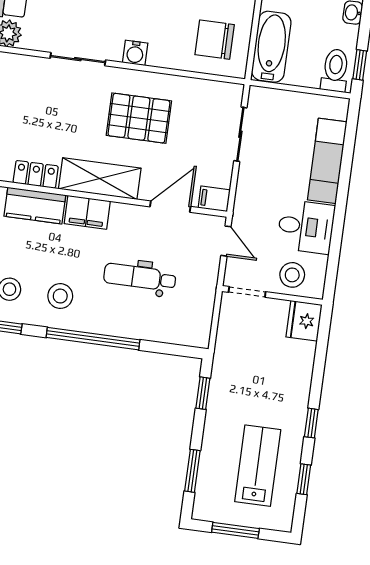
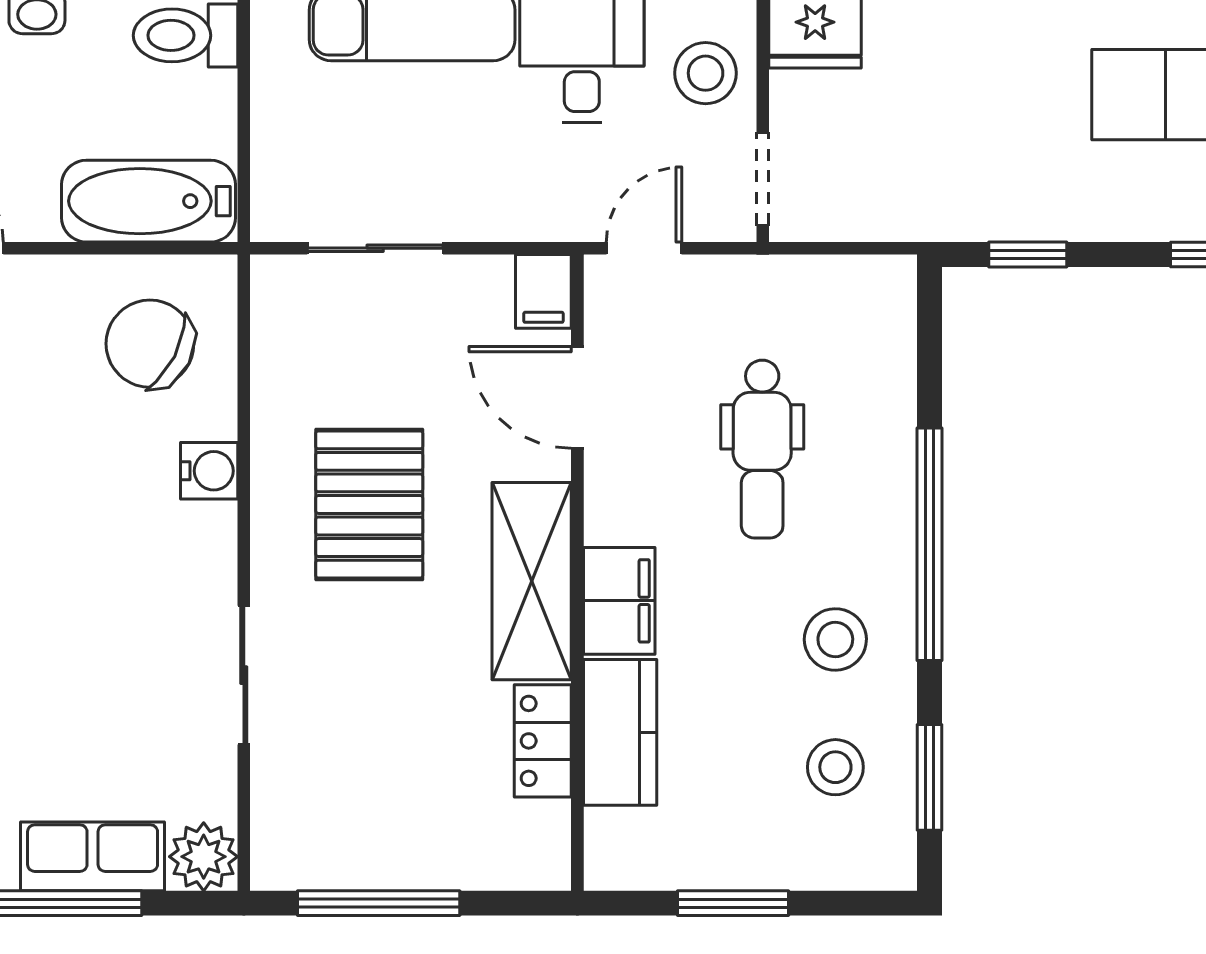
chair: (215, 40) -> (150, 344), turned 117
water cooler: (135, 53) -> (209, 471), moved

